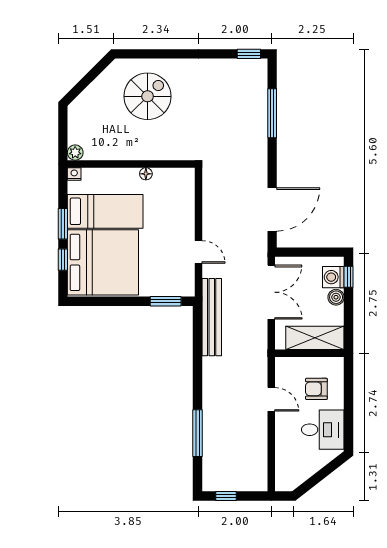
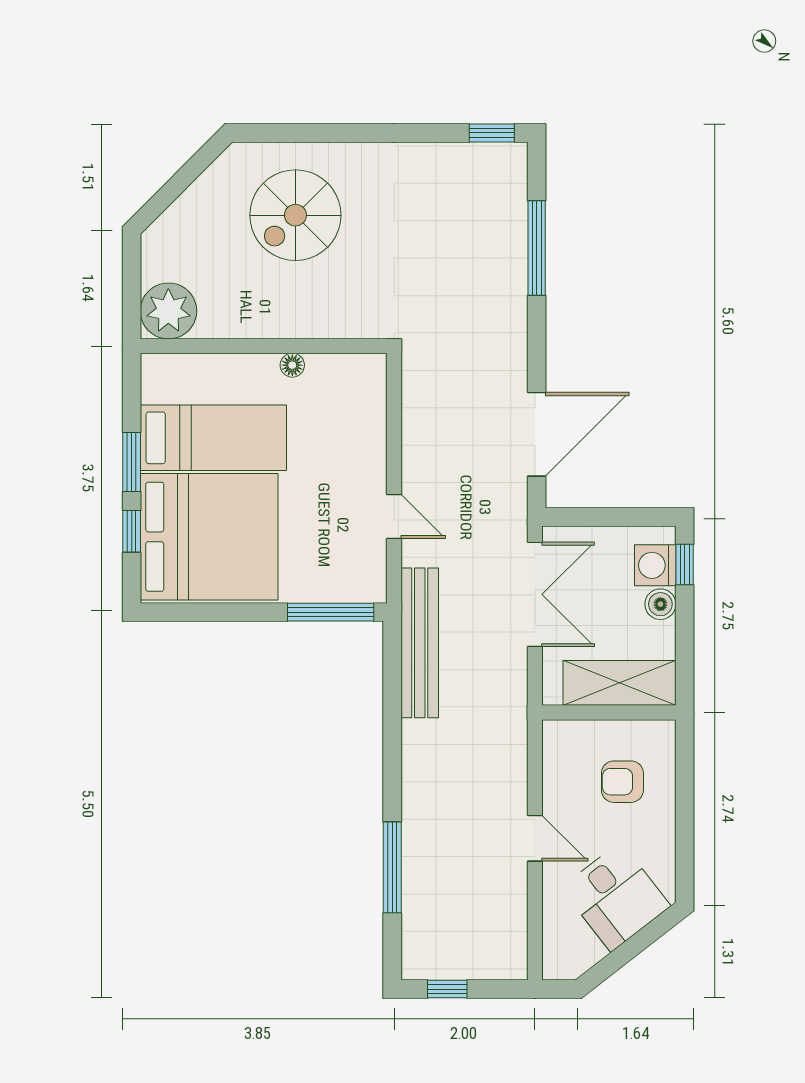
spiral stairs: (148, 96) -> (295, 215), turned 180
plant: (75, 153) -> (168, 311), width x1.87, depth x1.87
nightstand: (74, 174) -> (153, 366), removed
window: (166, 301) -> (331, 612), width x1.44
door: (271, 399) -> (535, 838), moved
desk: (323, 430) -> (616, 897), moved, turned 52

